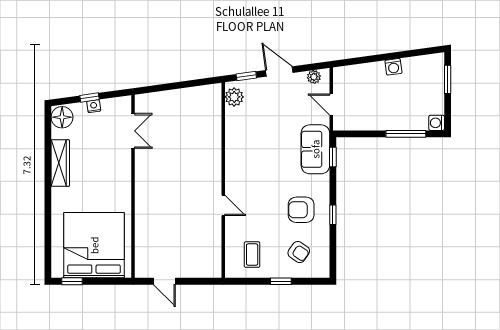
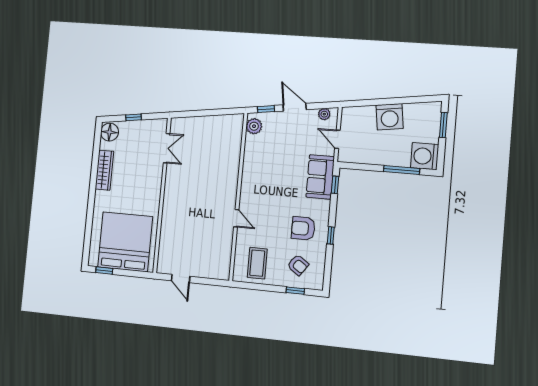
washing machine: (393, 67) -> (390, 117), width x1.89, depth x1.89
nightstand: (94, 106) -> (136, 125), removed
washing machine: (437, 123) -> (425, 156), width x1.89, depth x1.89
coffee table: (252, 255) -> (257, 263), width x1.36, depth x1.30
window: (281, 281) -> (295, 291), moved

